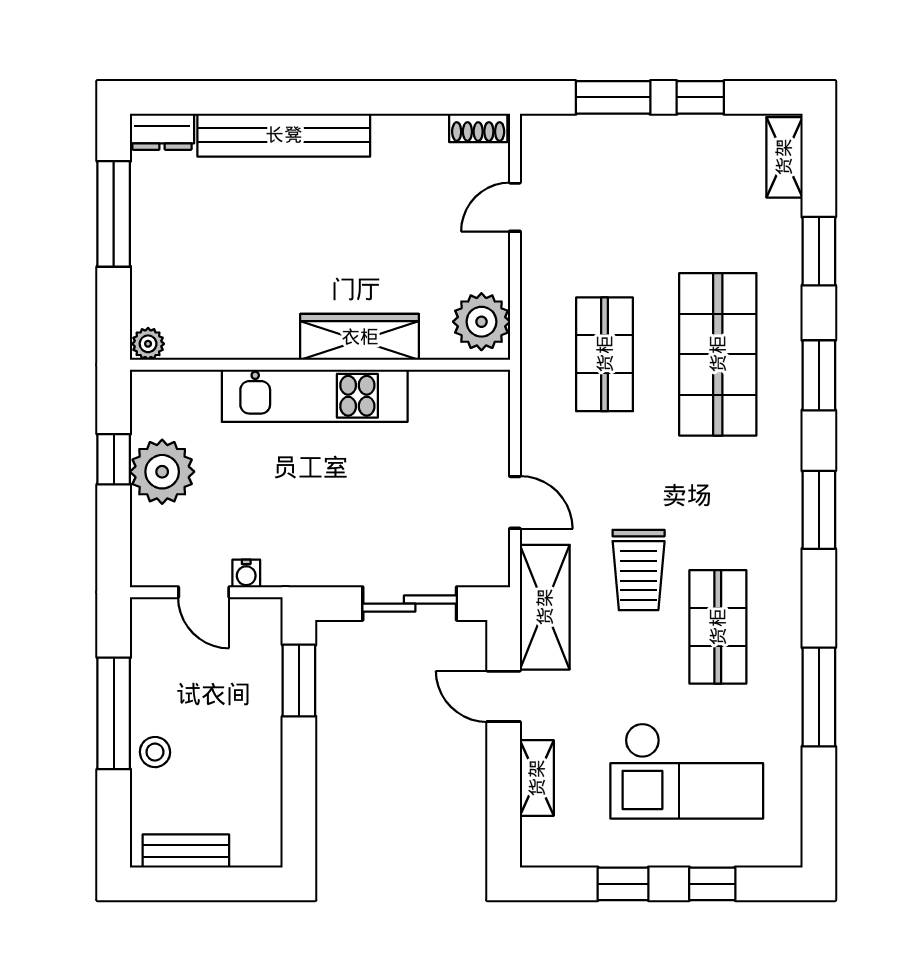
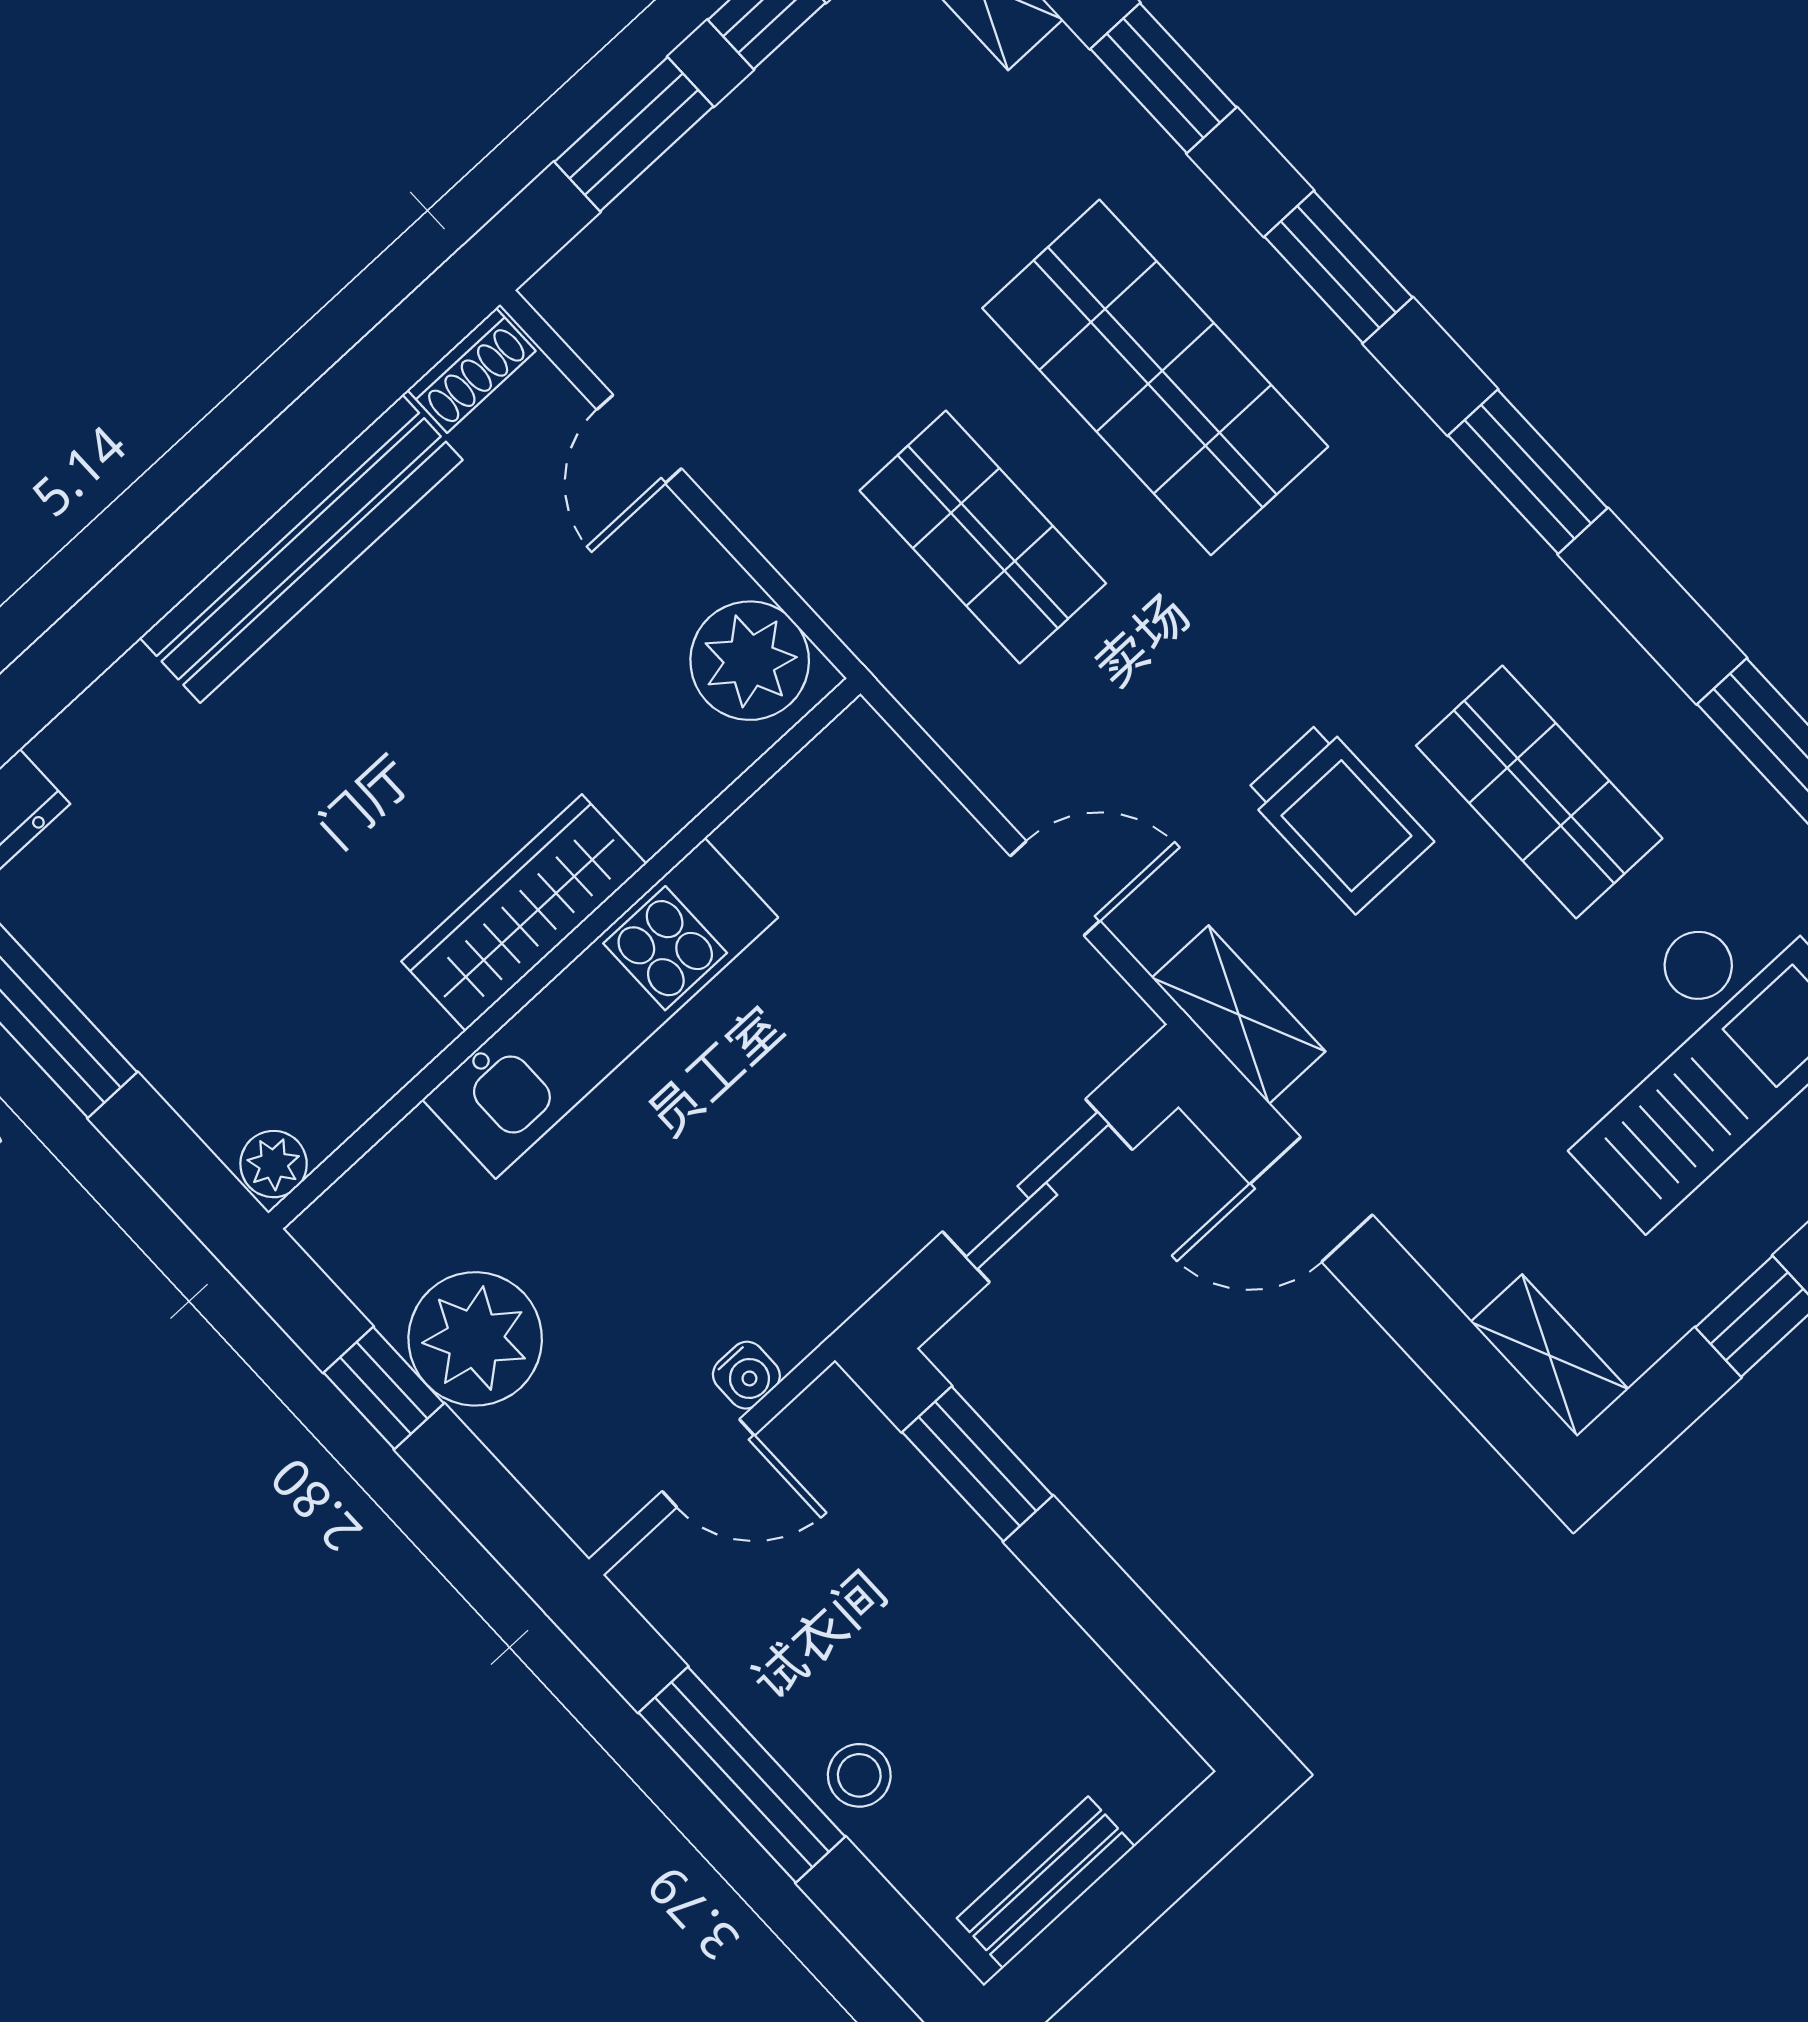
bench: (284, 135) -> (301, 549), moved
wardrobe: (360, 337) -> (524, 913), moved
shelving: (545, 607) -> (1239, 1015), width x0.67, depth x0.75
shelving: (537, 778) -> (1550, 1356), moved

